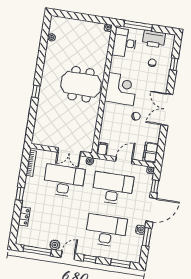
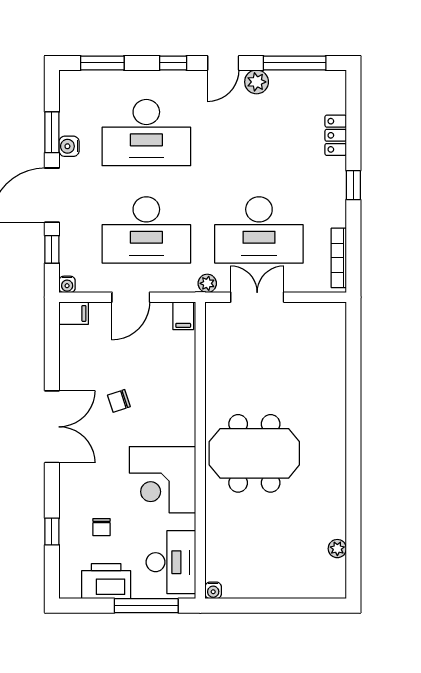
corner desk: (121, 89) -> (163, 480), moved
window: (36, 92) -> (353, 421), removed
filing cabinet: (151, 152) -> (74, 313), width x0.50

